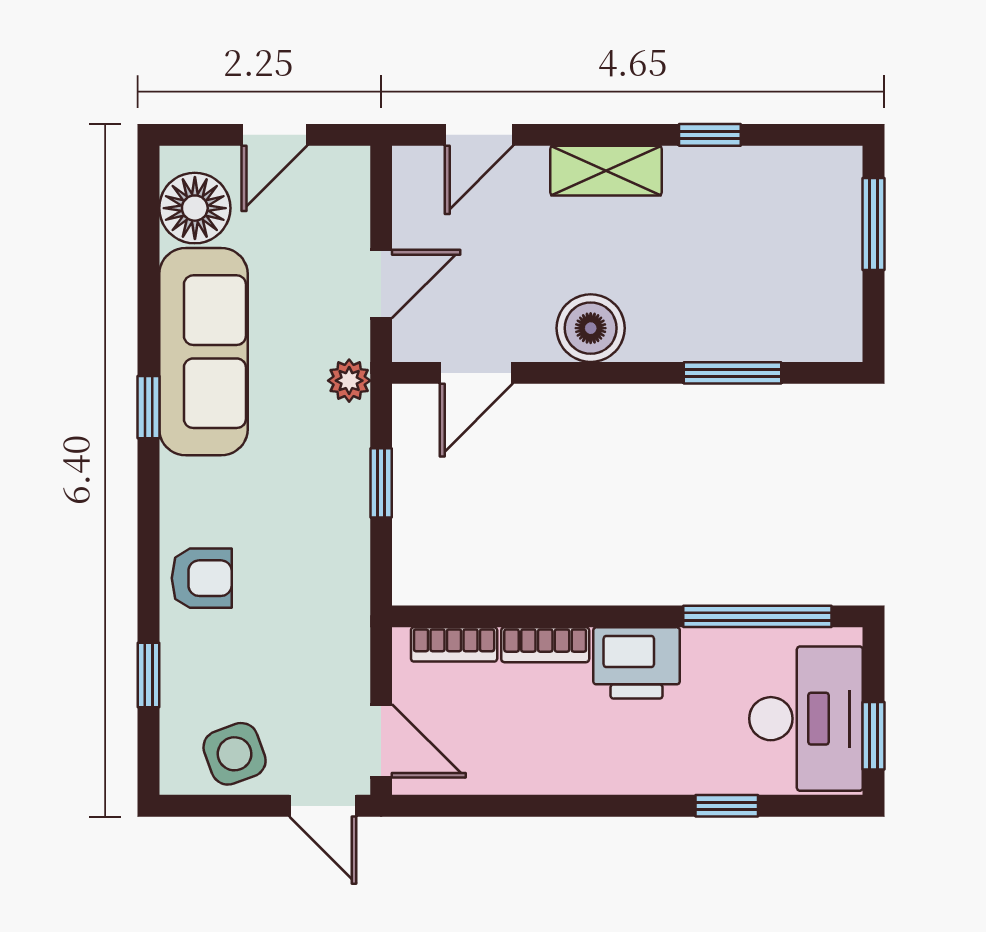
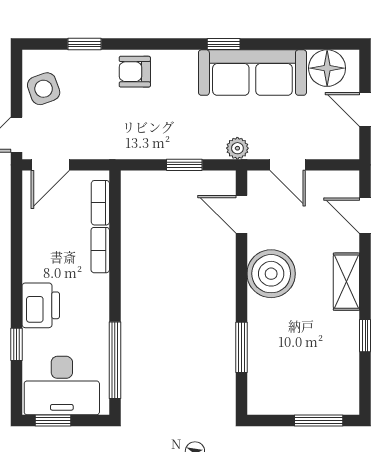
boiler: (591, 328) -> (271, 274), width x1.37, depth x1.37
armchair: (202, 578) -> (135, 72), turned 90
printer: (637, 663) -> (41, 305), moved, turned 180

